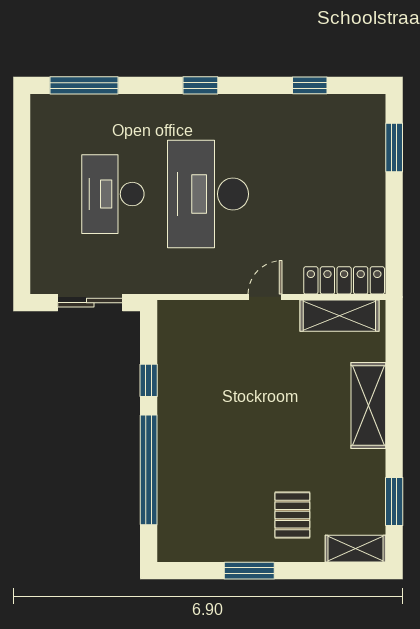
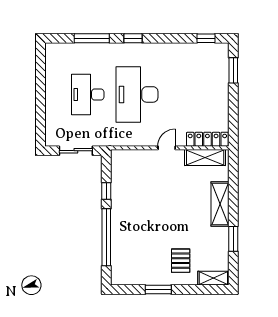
window: (84, 85) -> (92, 38), moved
window: (310, 85) -> (206, 38), moved
window: (394, 502) -> (233, 239), moved

